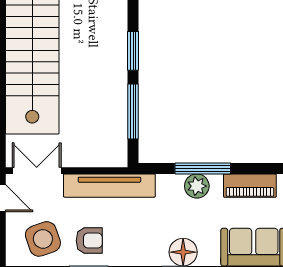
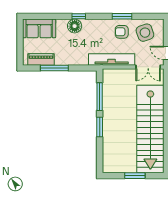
window: (203, 168) -> (54, 68), moved
plant: (197, 186) -> (68, 59), removed

